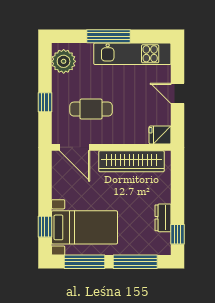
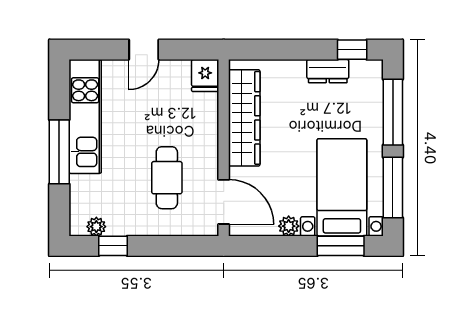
plant: (64, 61) -> (96, 227), width x0.53, depth x0.53
window: (45, 102) -> (113, 246), moved
door: (75, 147) -> (224, 202), hinge flipped
plant: (58, 191) -> (289, 226), added
window: (45, 227) -> (341, 246), width x1.50

